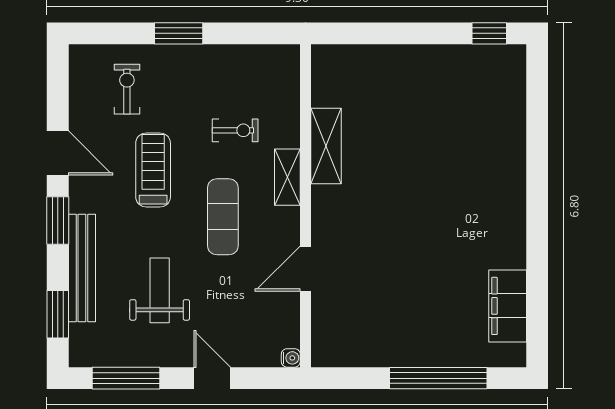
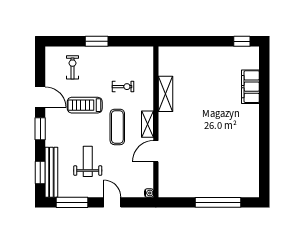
treadmill: (153, 170) -> (85, 105), turned -90
shelving: (287, 177) -> (148, 124), moved
bench: (82, 268) -> (51, 172), moved
filing cabinet: (508, 306) -> (250, 87), moved

